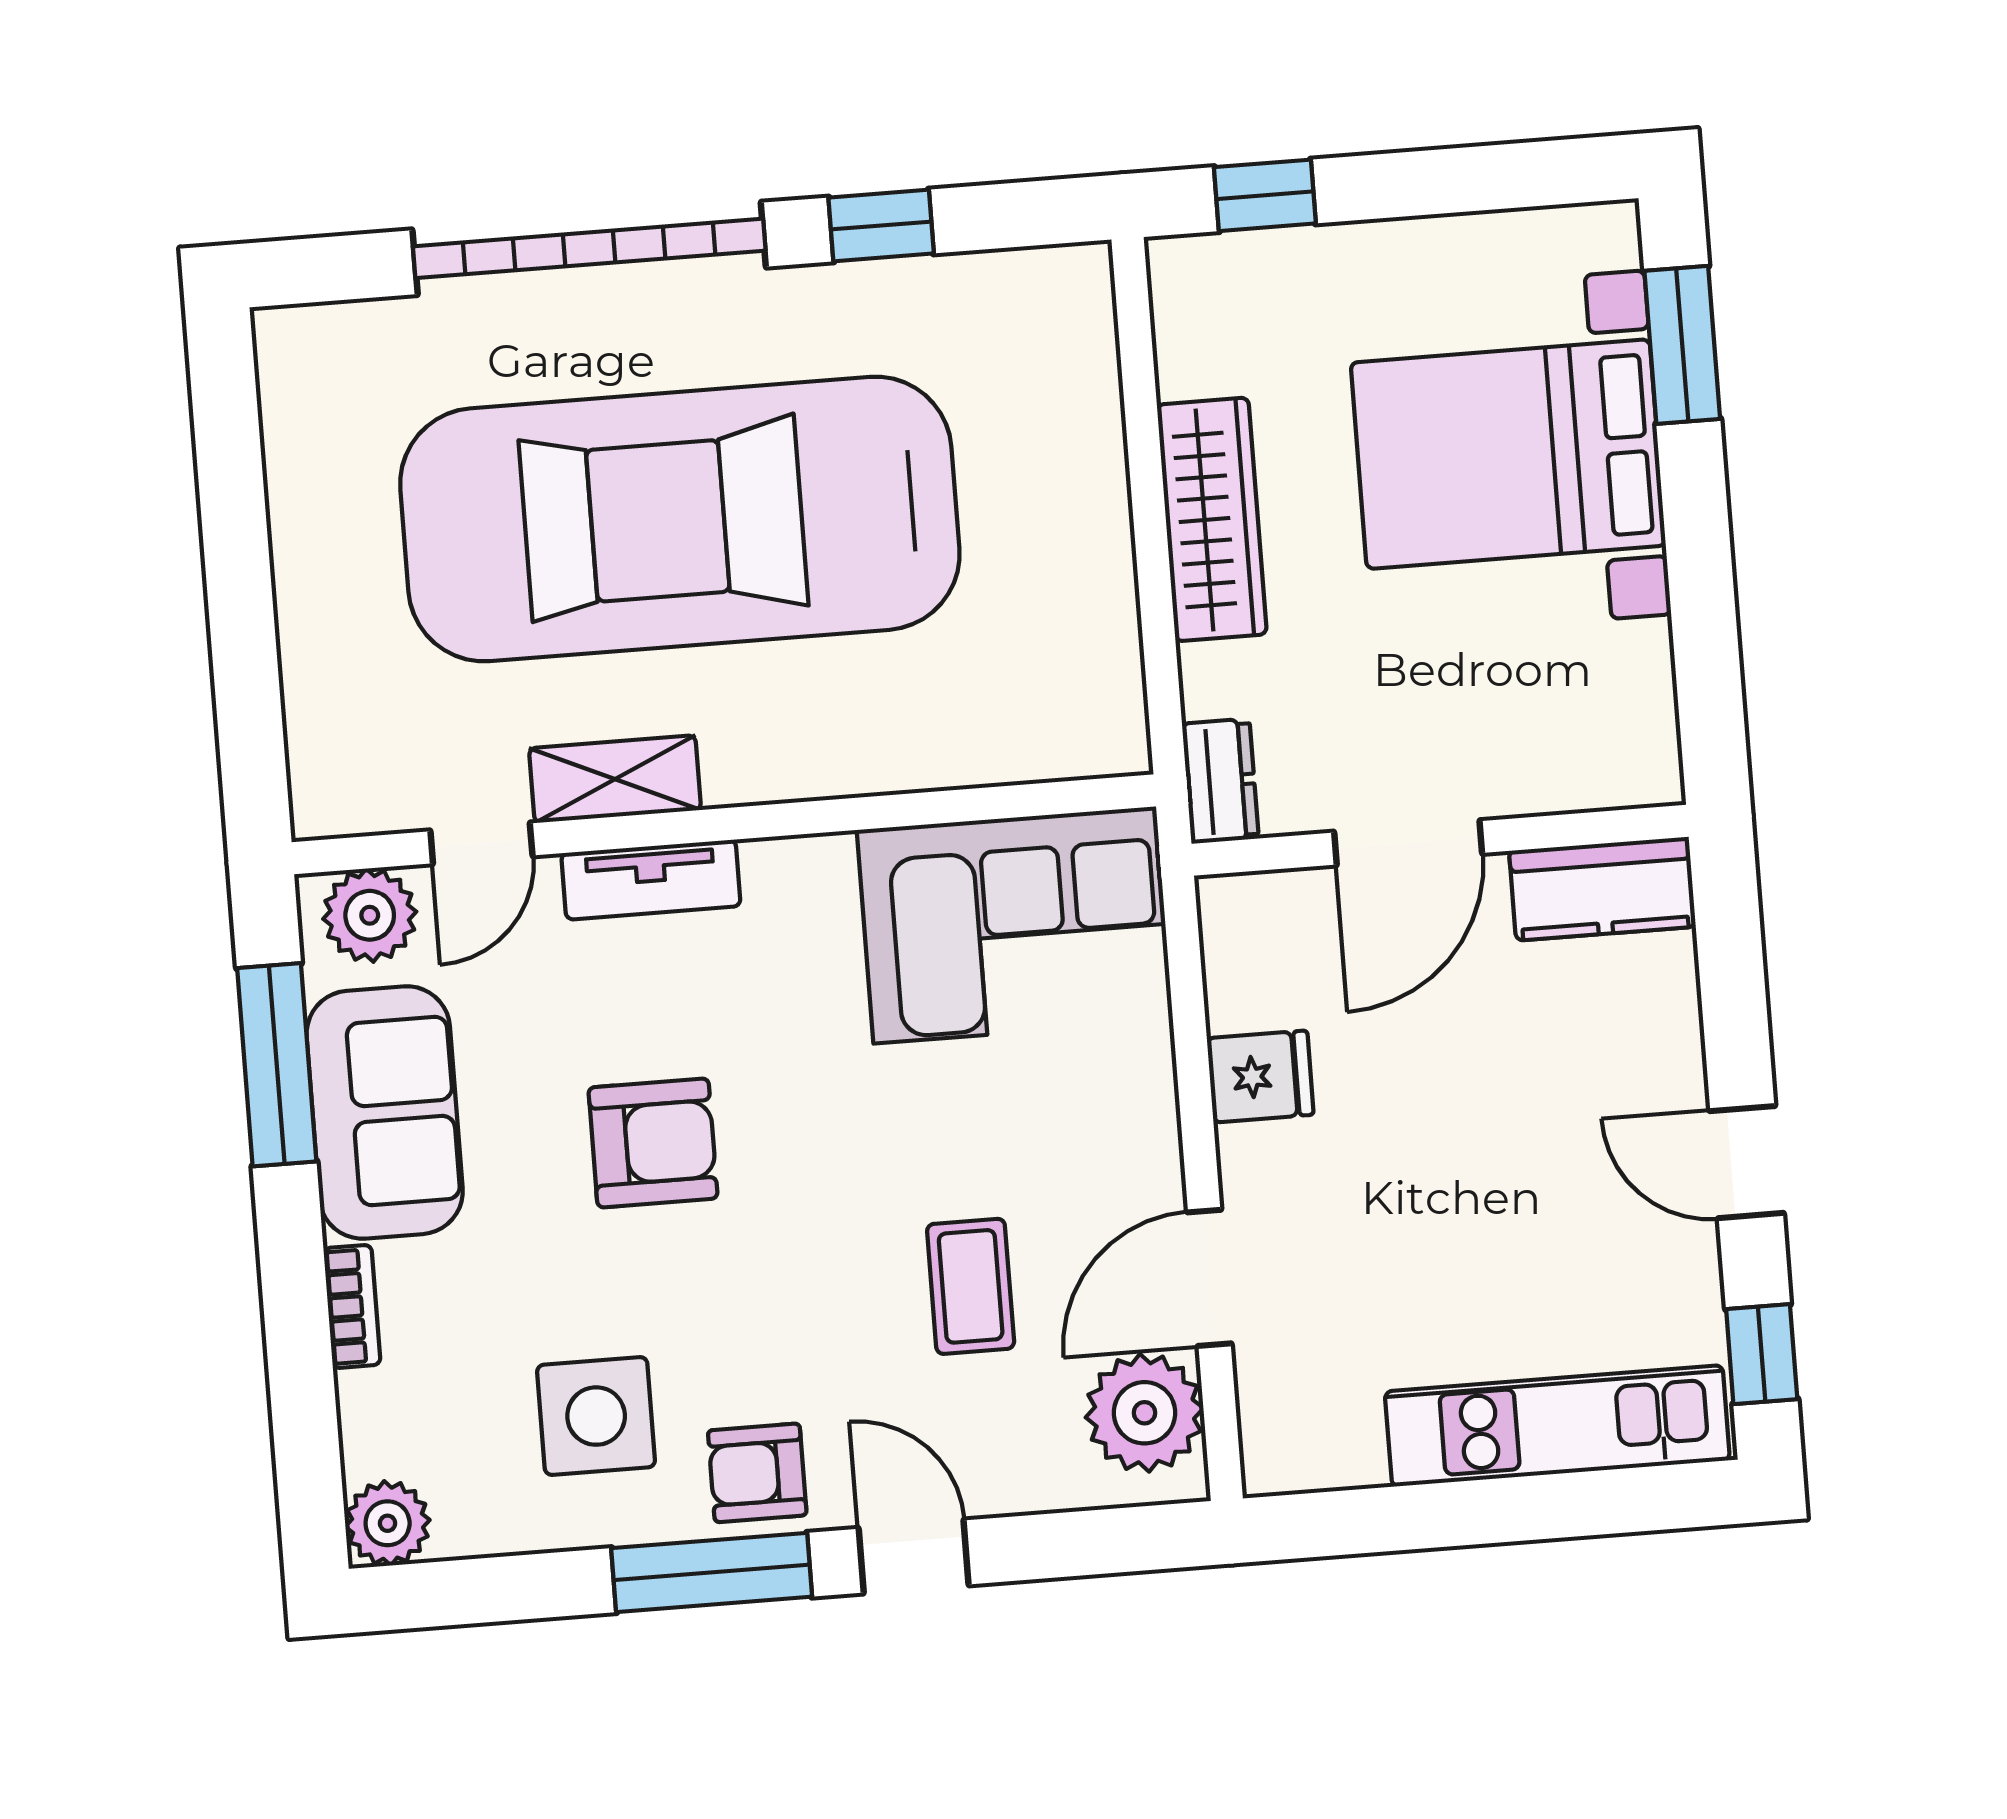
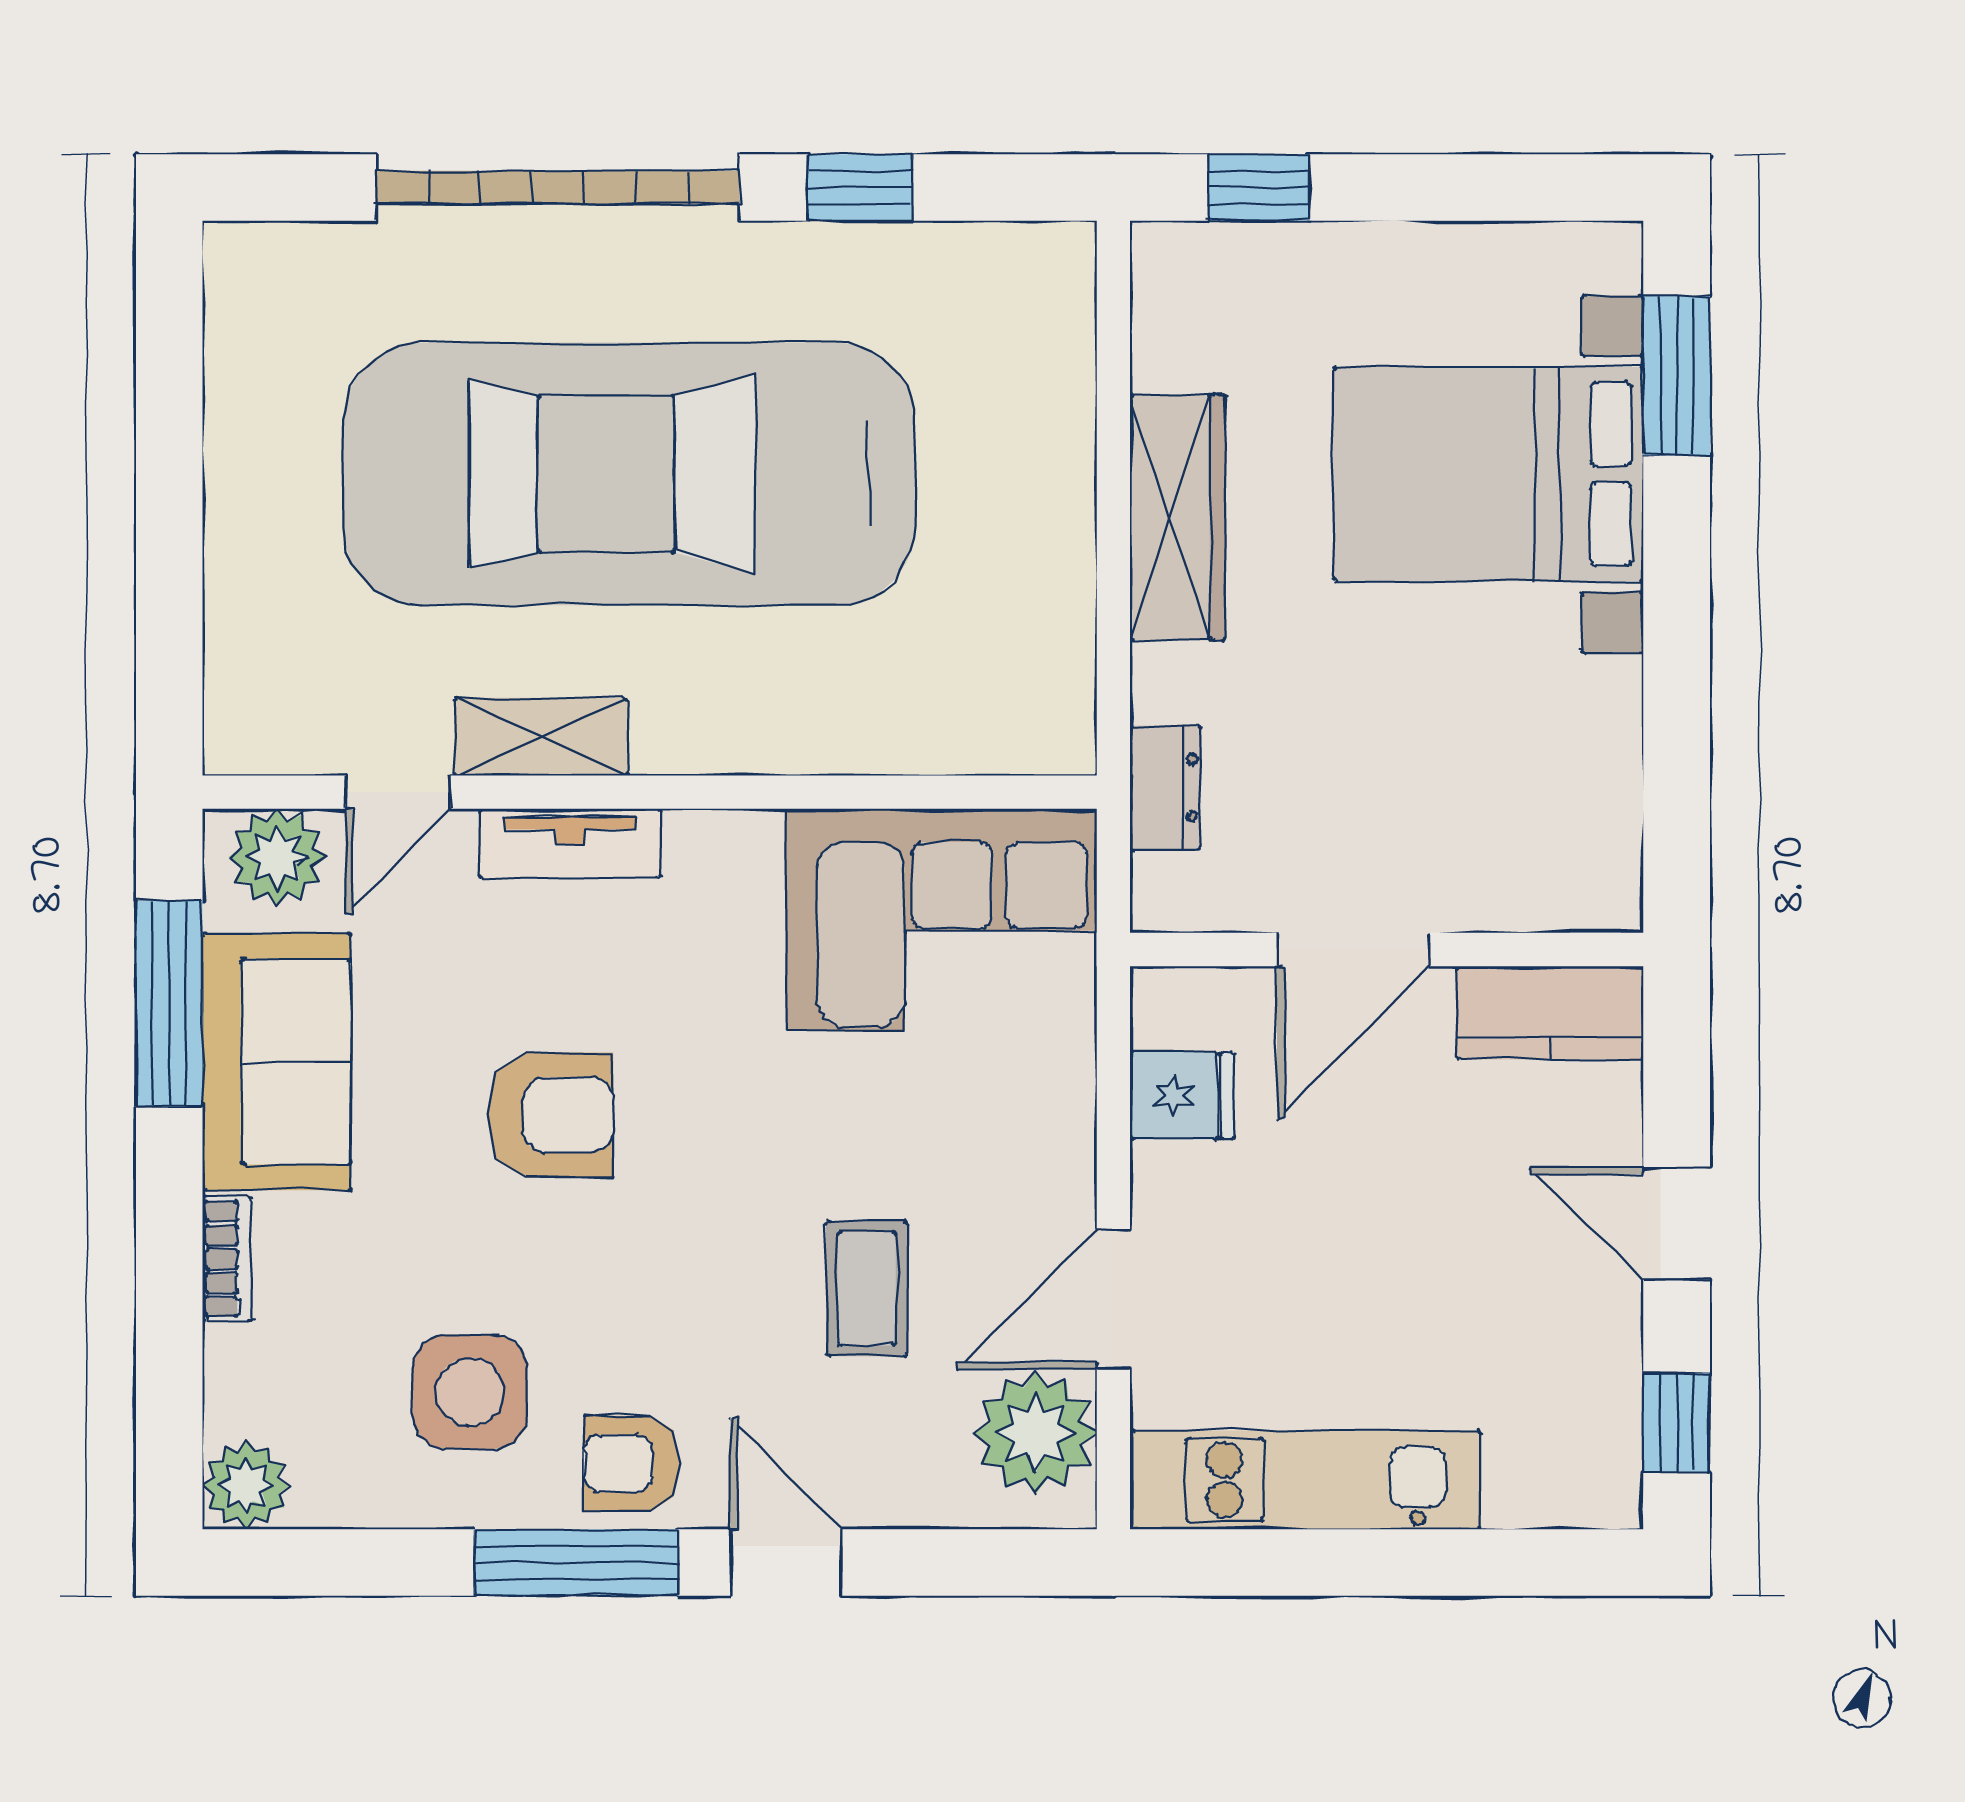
wall: (1440, 840) -> (1387, 950), moved
door: (1408, 843) -> (1354, 950), moved
kitchen counter: (1602, 889) -> (1550, 1013), moved
kitchen unit: (1557, 1426) -> (1305, 1480), moved

